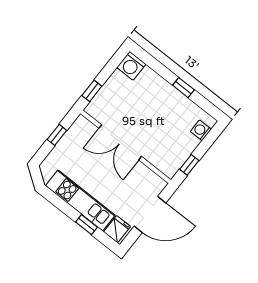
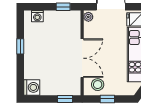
stool: (80, 137) -> (98, 85), added
plant: (158, 183) -> (88, 17), added

